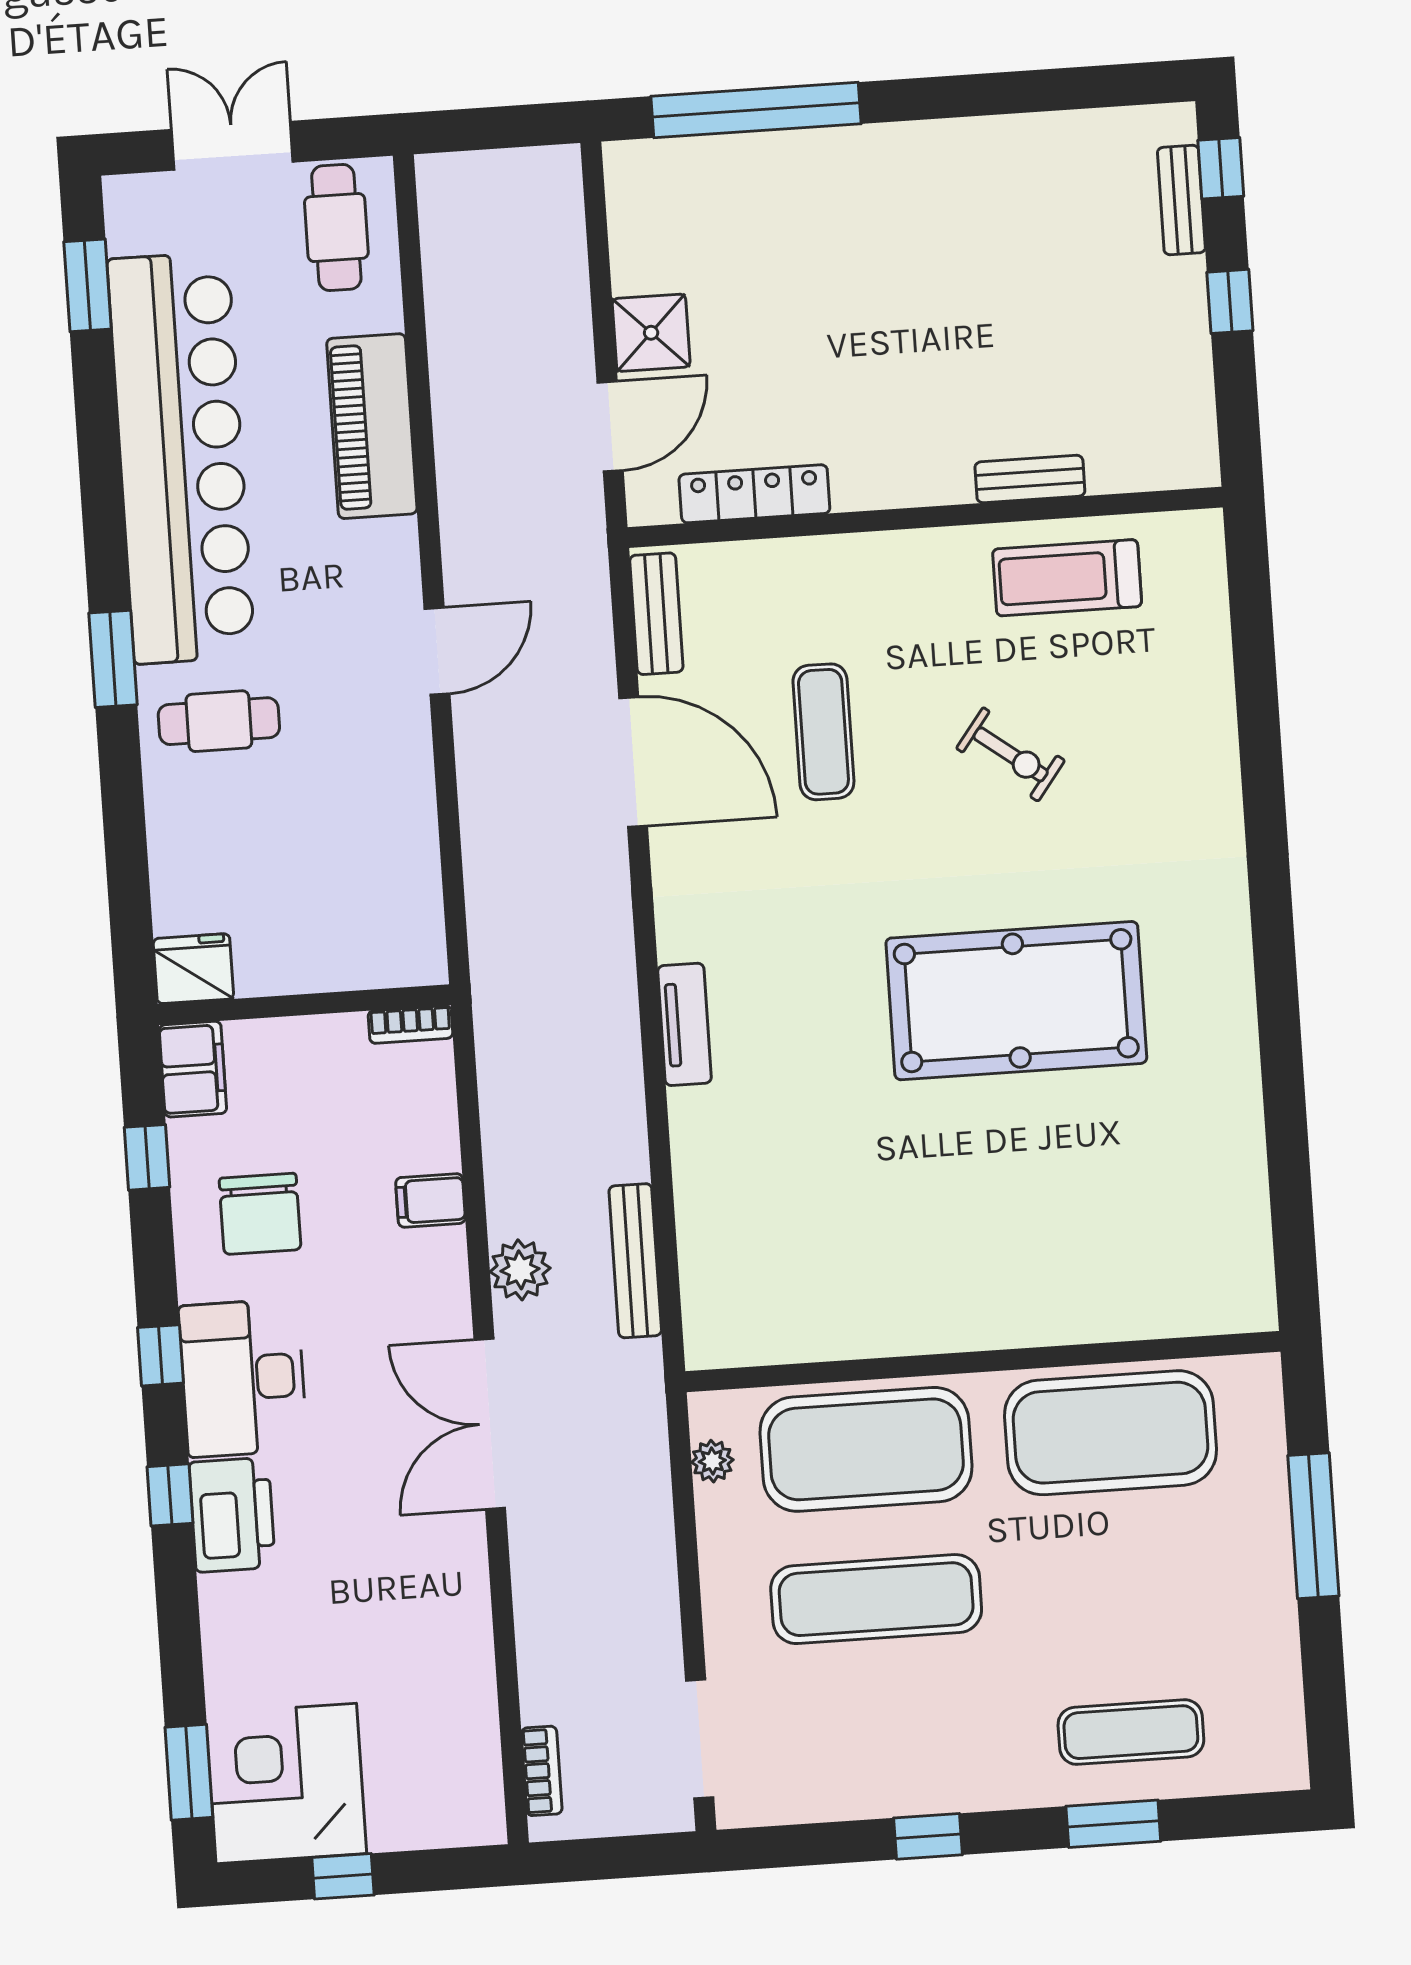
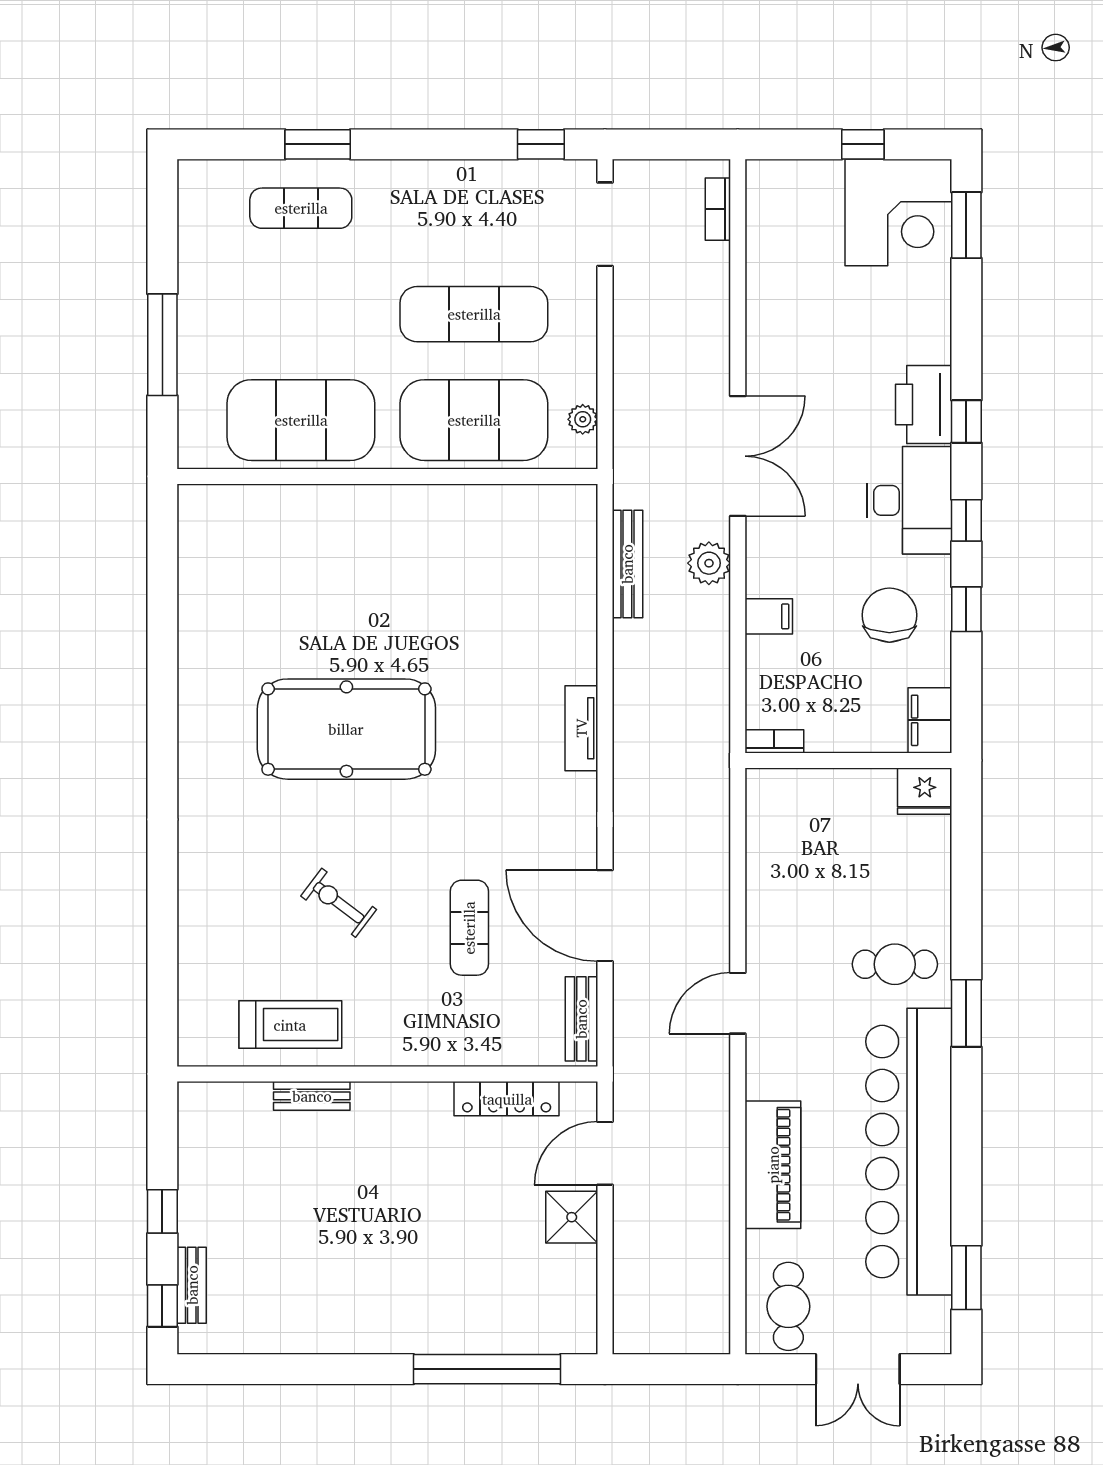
window: (147, 1157) -> (966, 609), moved
window: (928, 1836) -> (541, 144), moved

